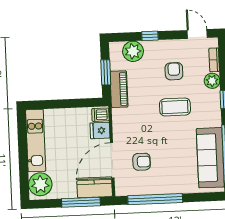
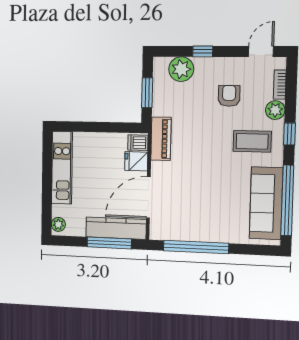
door: (197, 34) -> (261, 52), hinge flipped
piano: (119, 89) -> (161, 139), moved
coffee table: (175, 107) -> (252, 141), moved
armchair: (142, 162) -> (183, 202), removed
plant: (40, 184) -> (58, 224), width x0.53, depth x0.53
kitchen counter: (95, 189) -> (116, 228), width x1.50

